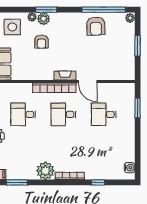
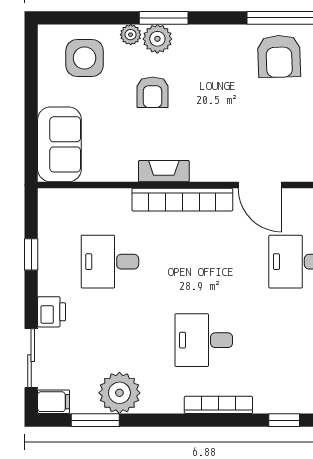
fireplace: (65, 76) -> (164, 171), moved
desk: (63, 114) -> (204, 340), moved
plant: (45, 171) -> (119, 393), moved

